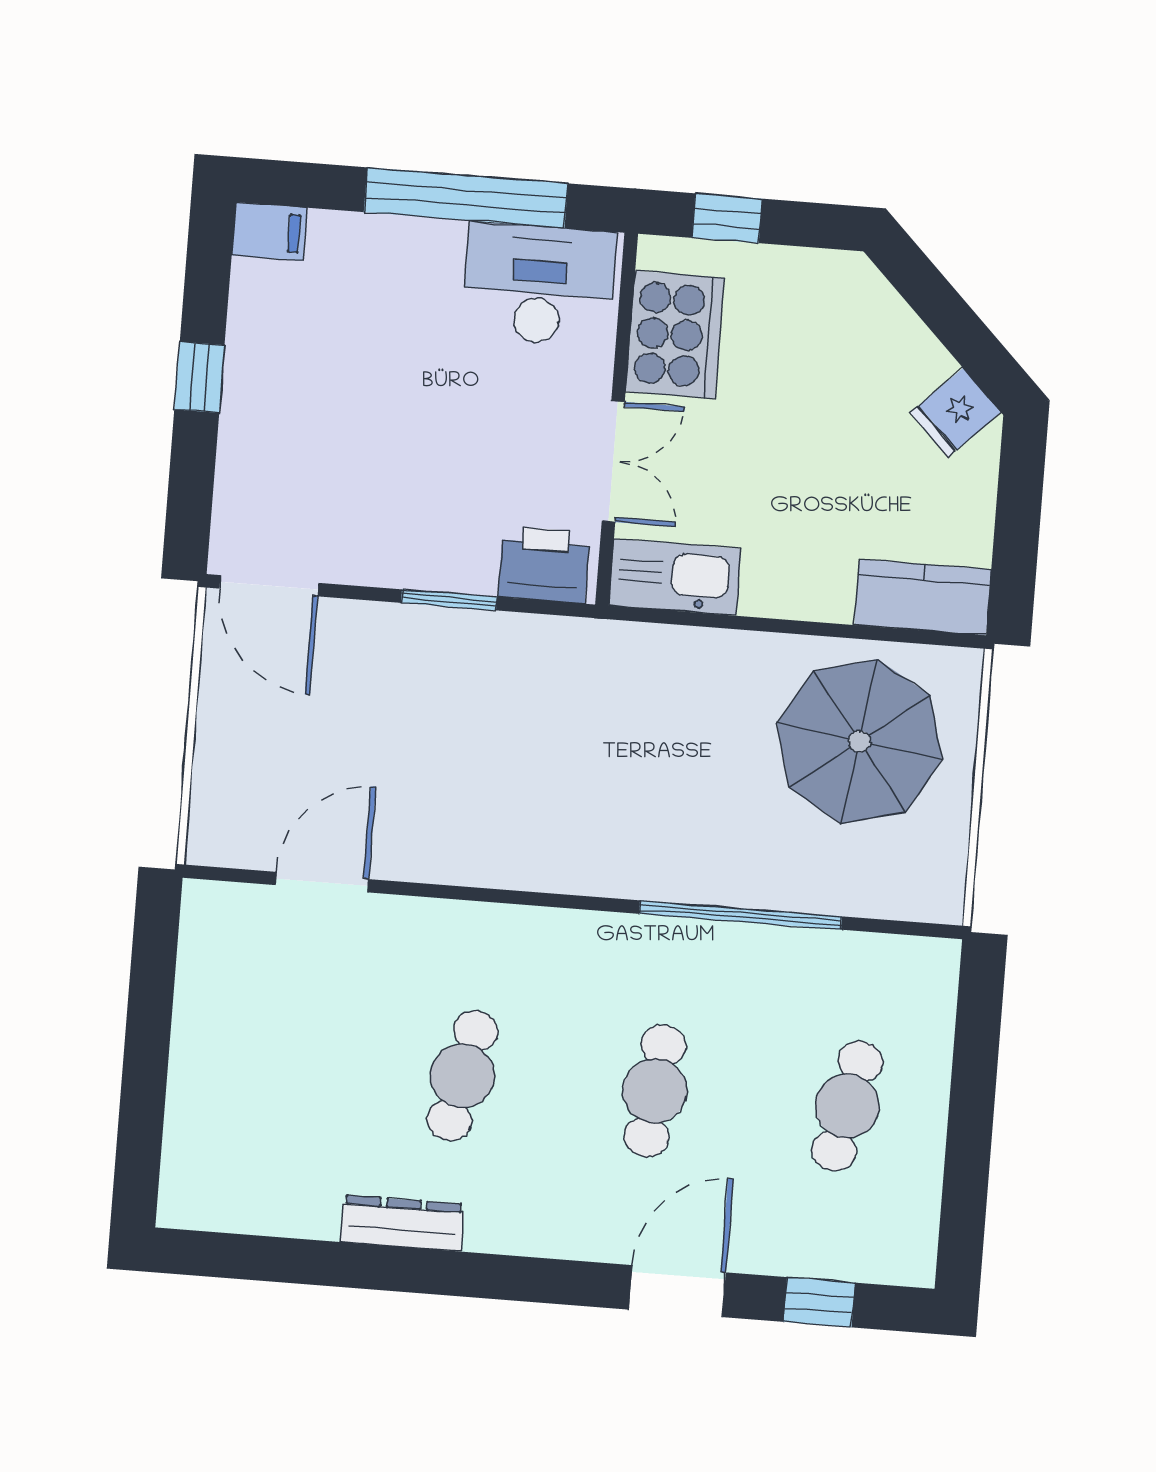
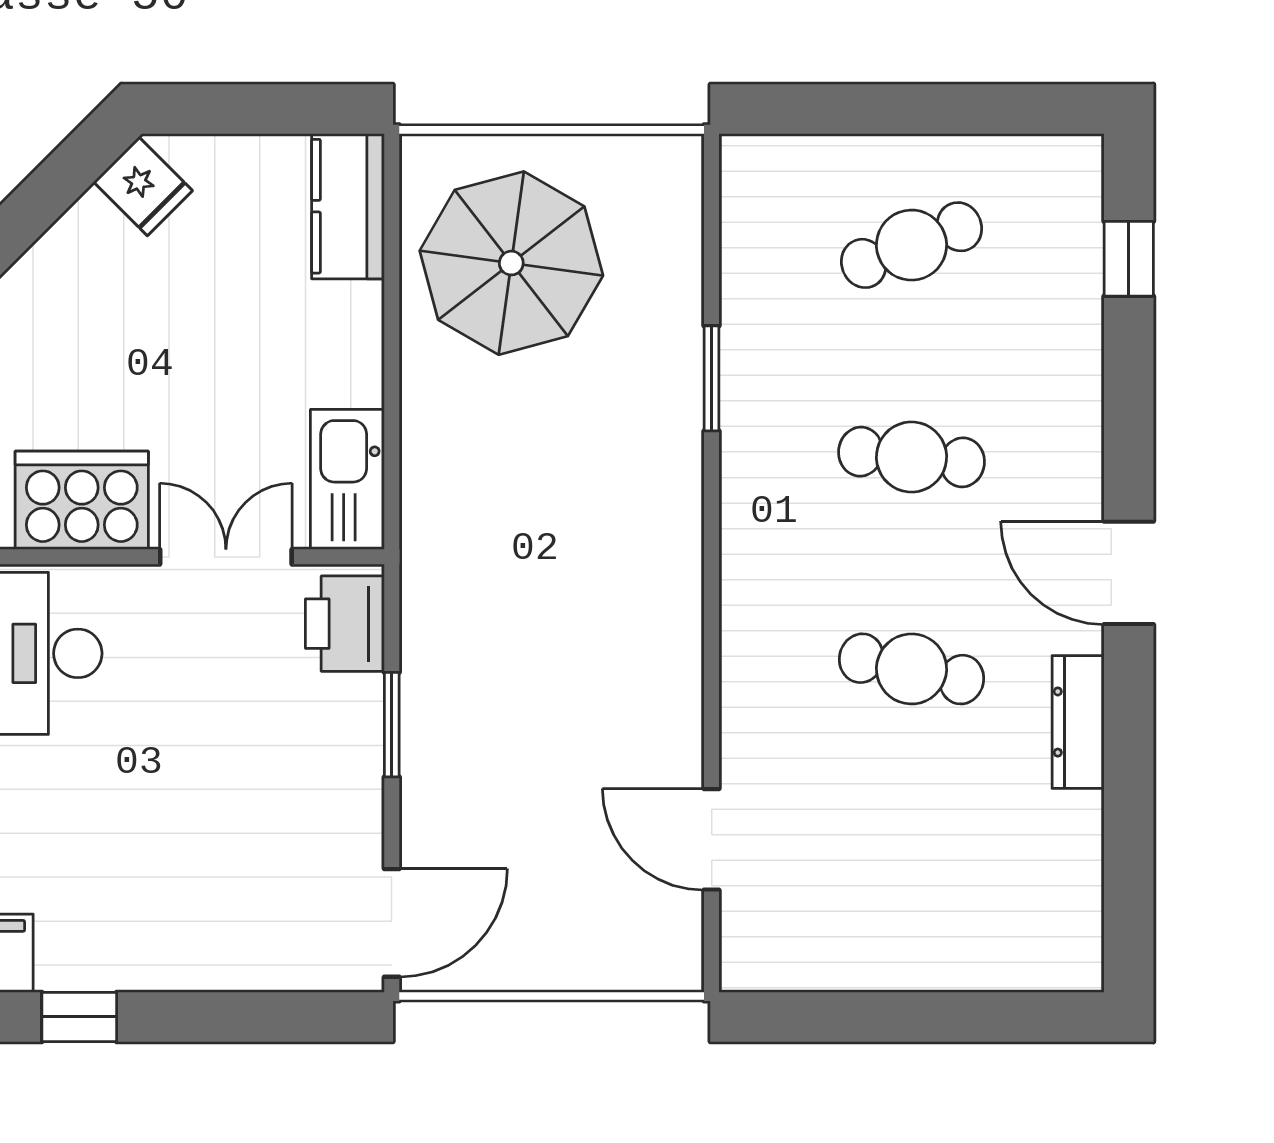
window: (199, 377) -> (79, 1017), moved
window: (740, 915) -> (712, 378), width x0.47
cafe table: (847, 1106) -> (911, 245), turned -33
door: (677, 1291) -> (1129, 573), moved

